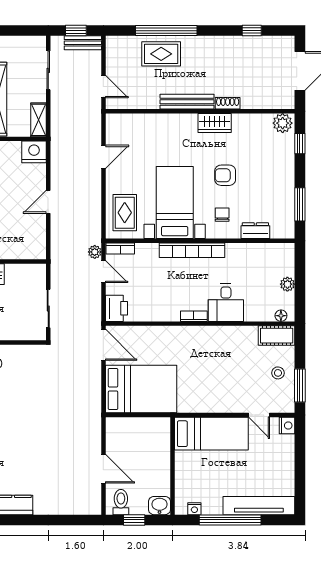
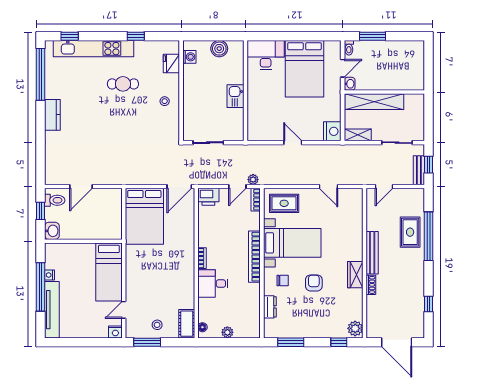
nightstand: (194, 509) -> (49, 275), moved

